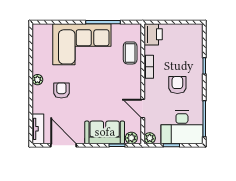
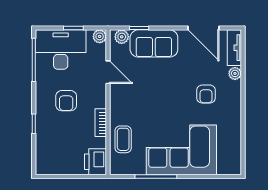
plant: (37, 80) -> (235, 73), moved

